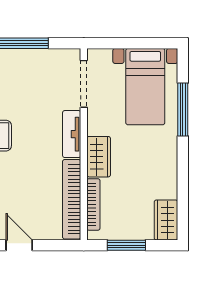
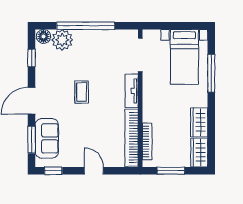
wardrobe: (99, 157) -> (199, 122), moved, turned 180

